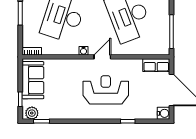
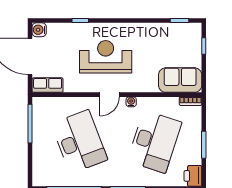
sofa: (33, 80) -> (180, 80), moved, turned 90
reception desk: (106, 90) -> (106, 57), turned 180
plant: (32, 113) -> (190, 30), removed

